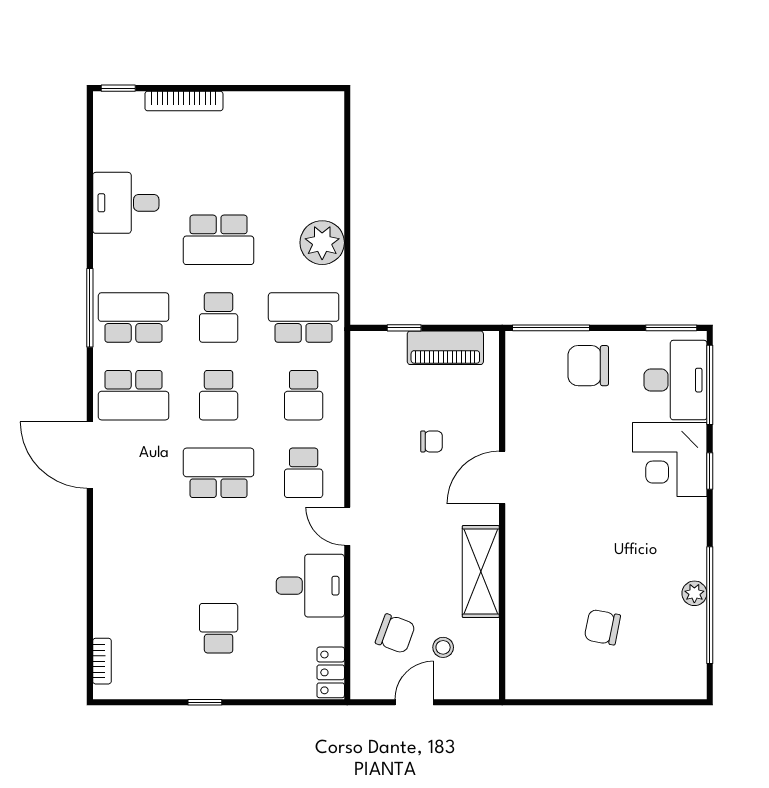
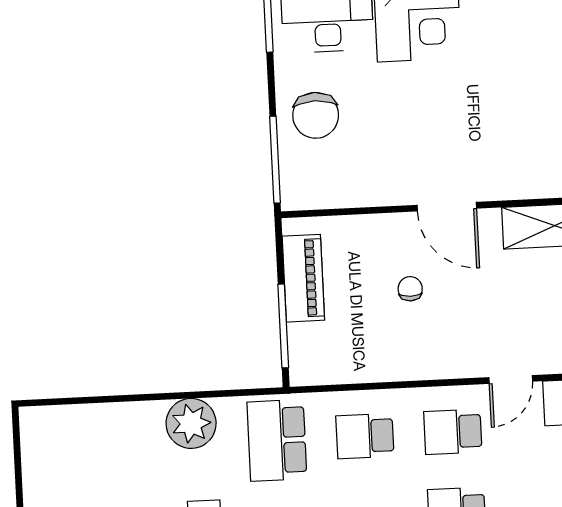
window: (404, 328) -> (283, 326), width x2.17
school desk: (304, 395) -> (365, 436), turned 180
school desk: (304, 473) -> (453, 432), turned 180

